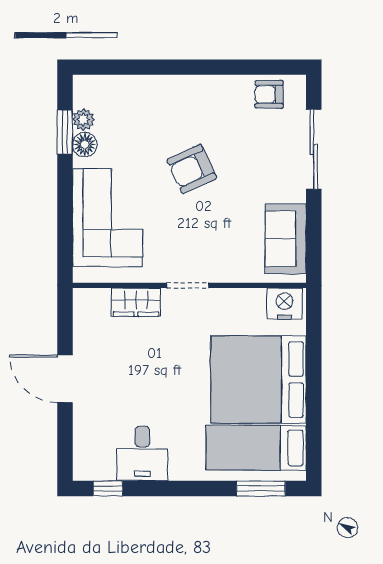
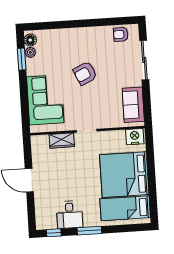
floor lamp: (85, 145) -> (30, 40), moved
window: (261, 488) -> (89, 231), moved

